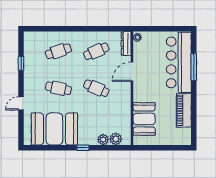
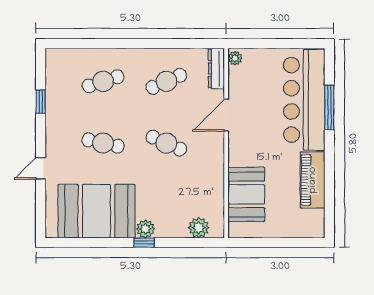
plant: (103, 140) -> (146, 229), moved

